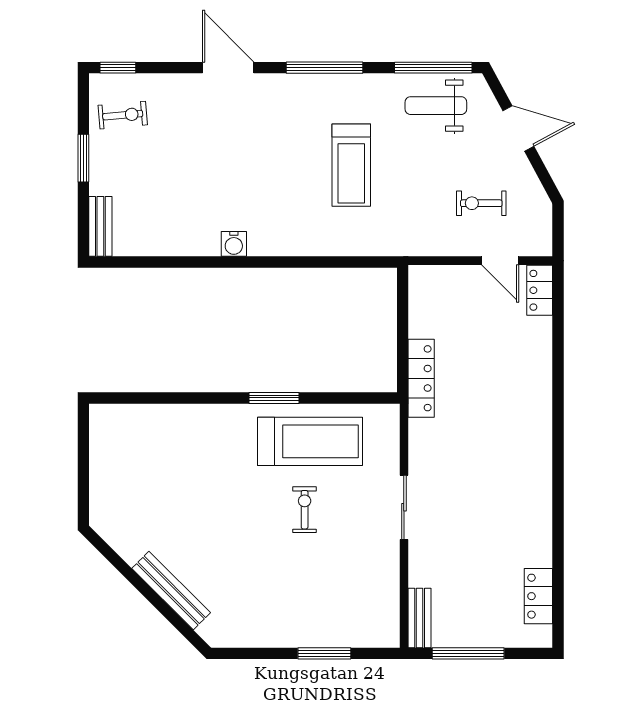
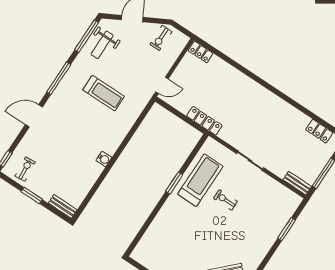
exercise bike: (481, 203) -> (161, 38), moved
door: (500, 261) -> (162, 85), moved

